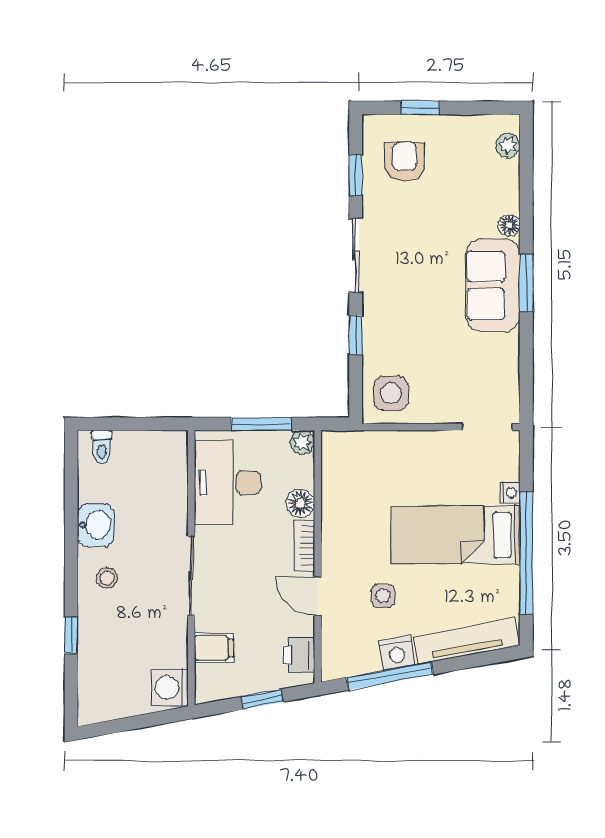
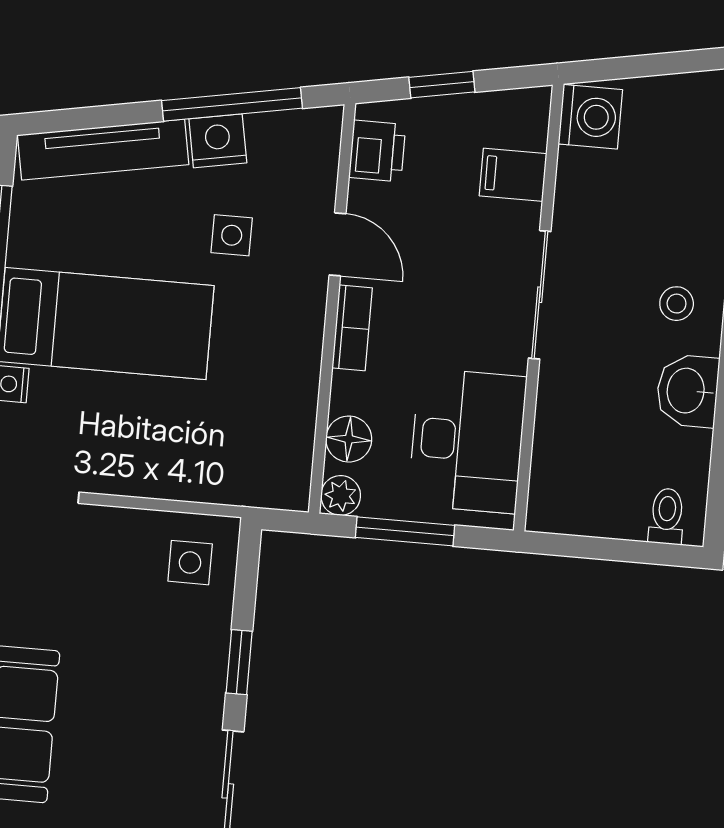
side table: (391, 393) -> (190, 563), width x0.73, depth x0.73
floor lamp: (300, 503) -> (349, 439), moved

